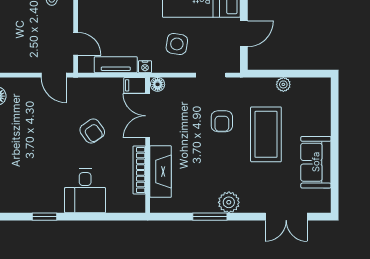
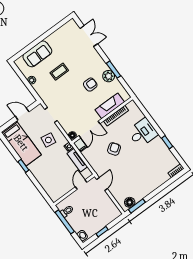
armchair: (222, 121) -> (90, 85), moved
coffee table: (266, 134) -> (59, 72), width x0.54, depth x0.58
sofa: (316, 162) -> (37, 54), moved
plant: (229, 202) -> (109, 76), moved

